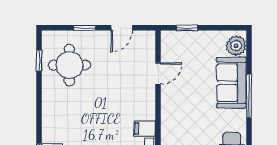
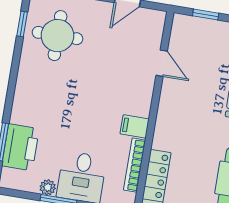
door: (158, 73) -> (162, 63), hinge flipped

